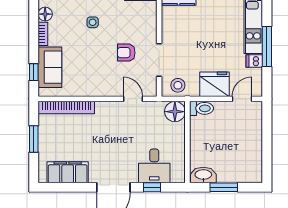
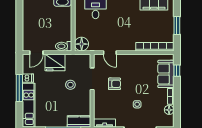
stool: (178, 85) -> (70, 85), moved

